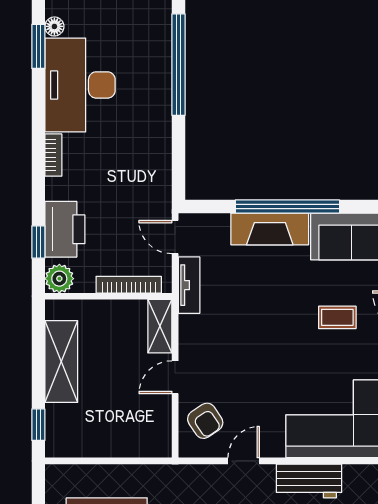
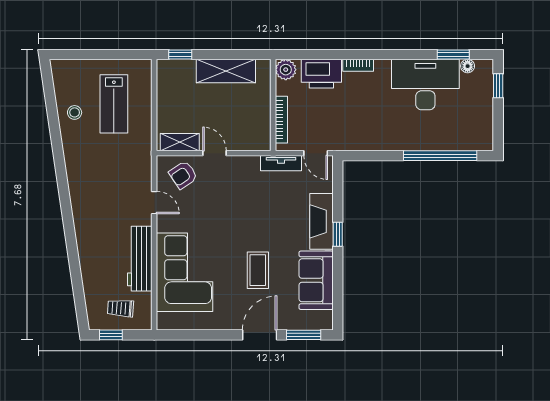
bookcase: (53, 155) -> (358, 65), moved
window: (287, 206) -> (338, 234), width x0.32
door: (175, 237) -> (316, 153), swing flipped
window: (38, 242) -> (312, 54), removed
coffee table: (337, 317) -> (258, 270), width x1.36, depth x1.30
shelving: (160, 326) -> (180, 142), moved
workbench: (309, 481) -> (140, 259), width x1.38

